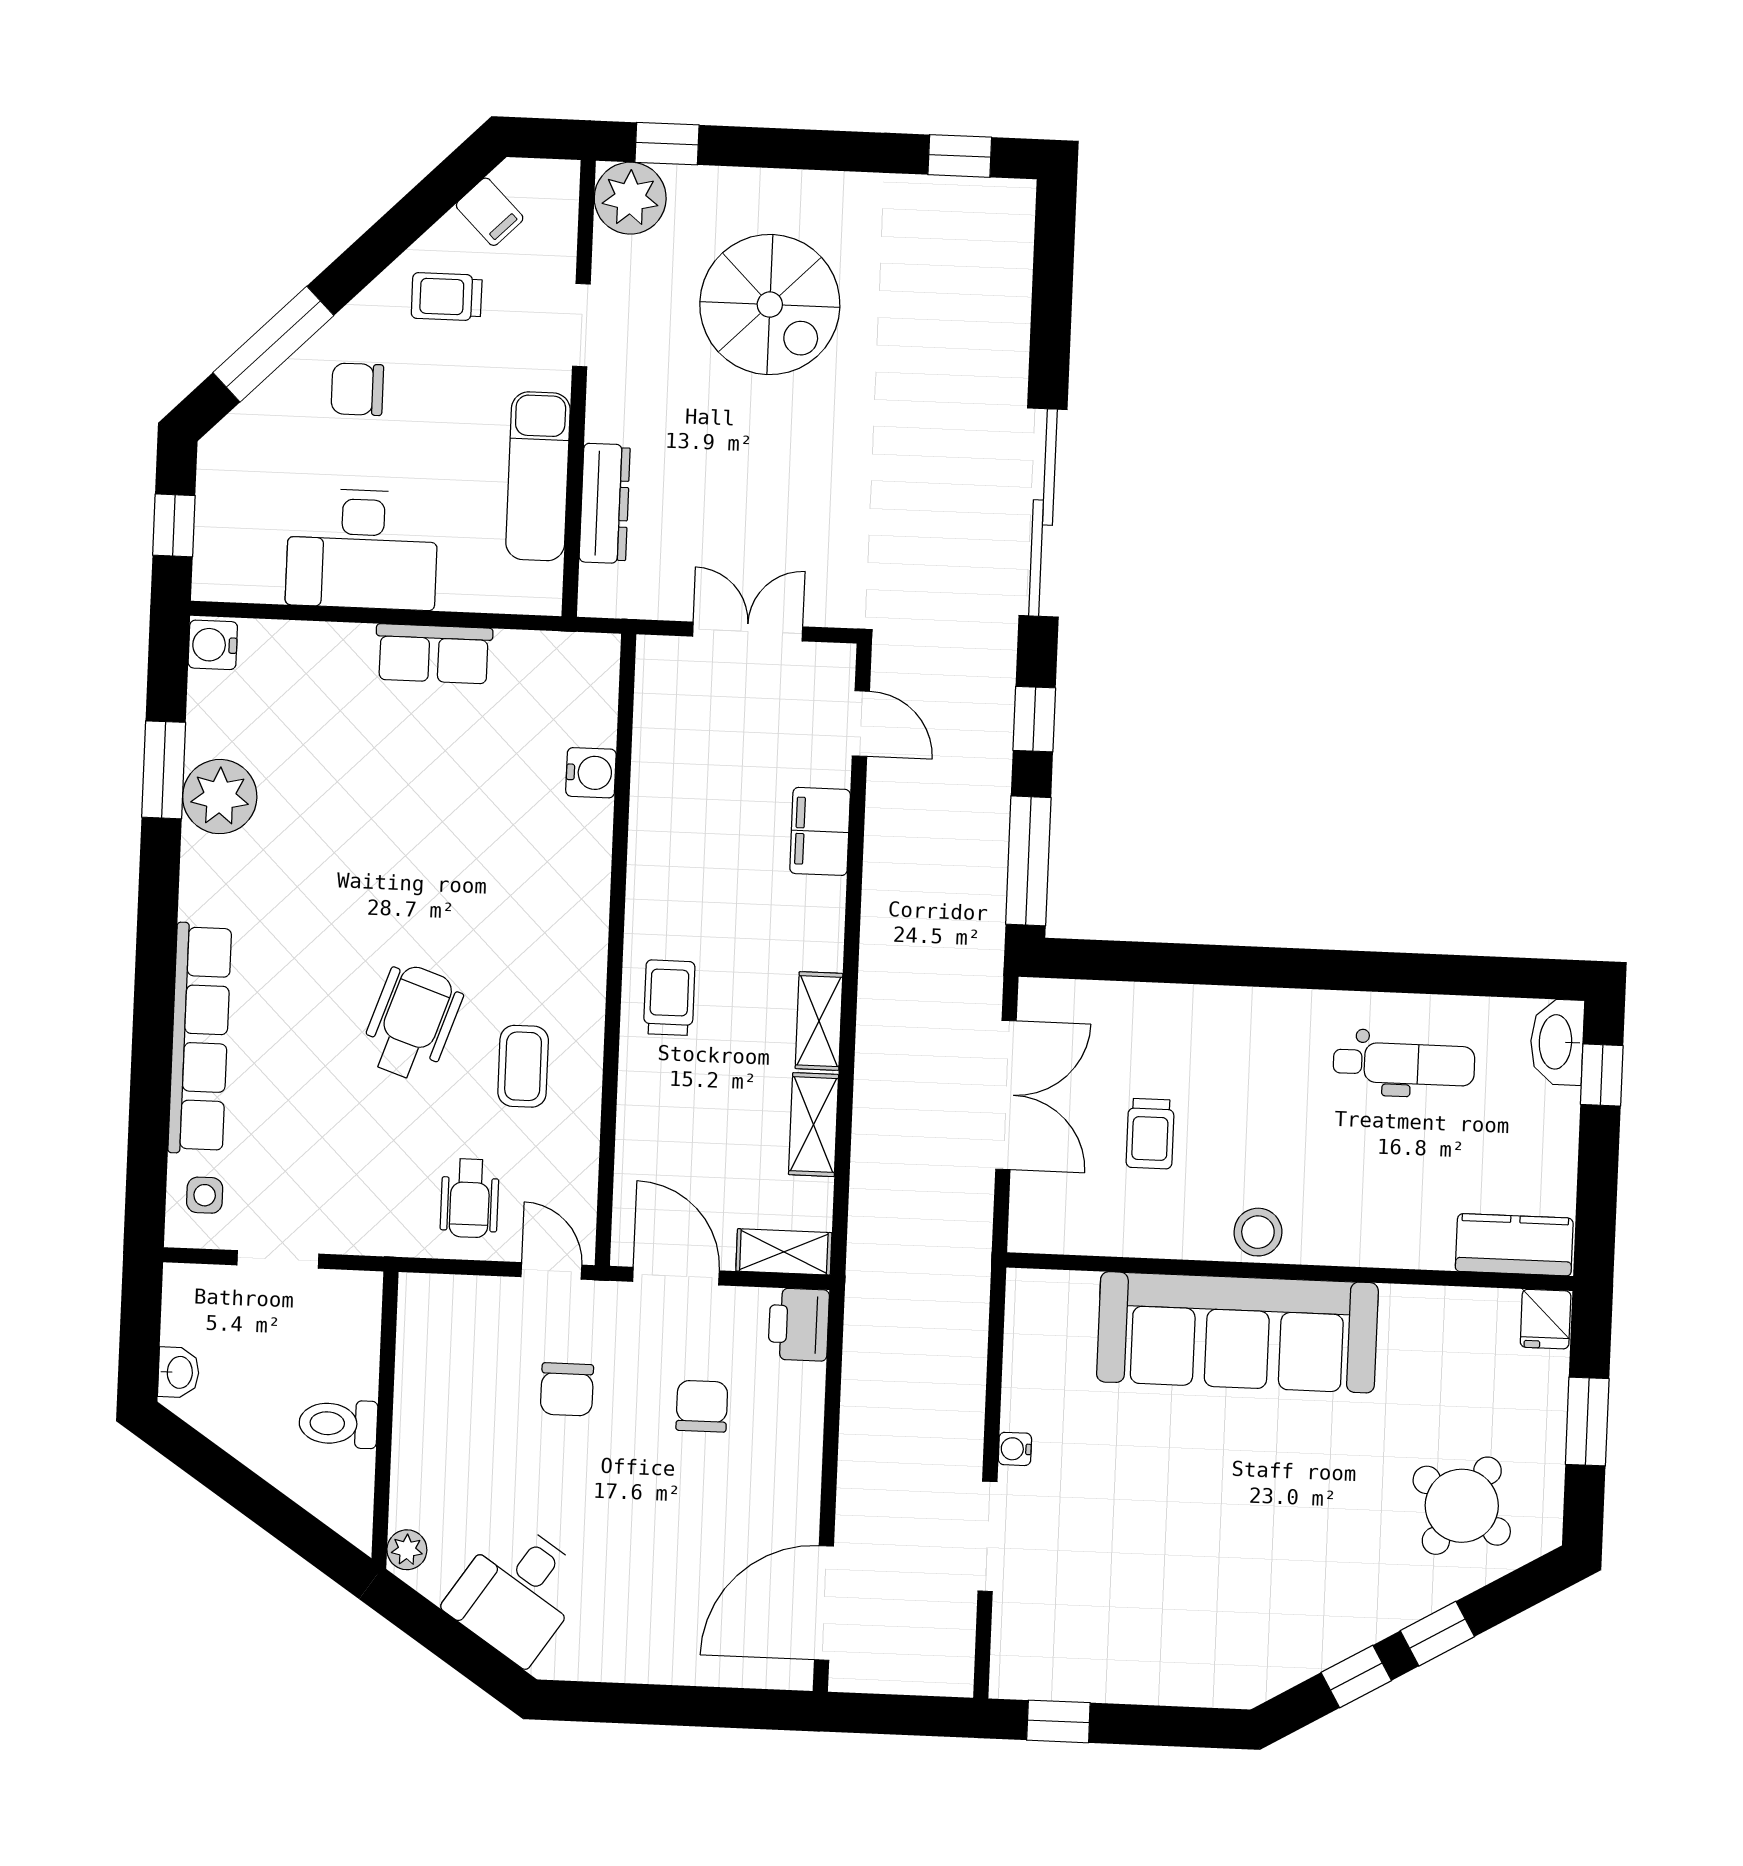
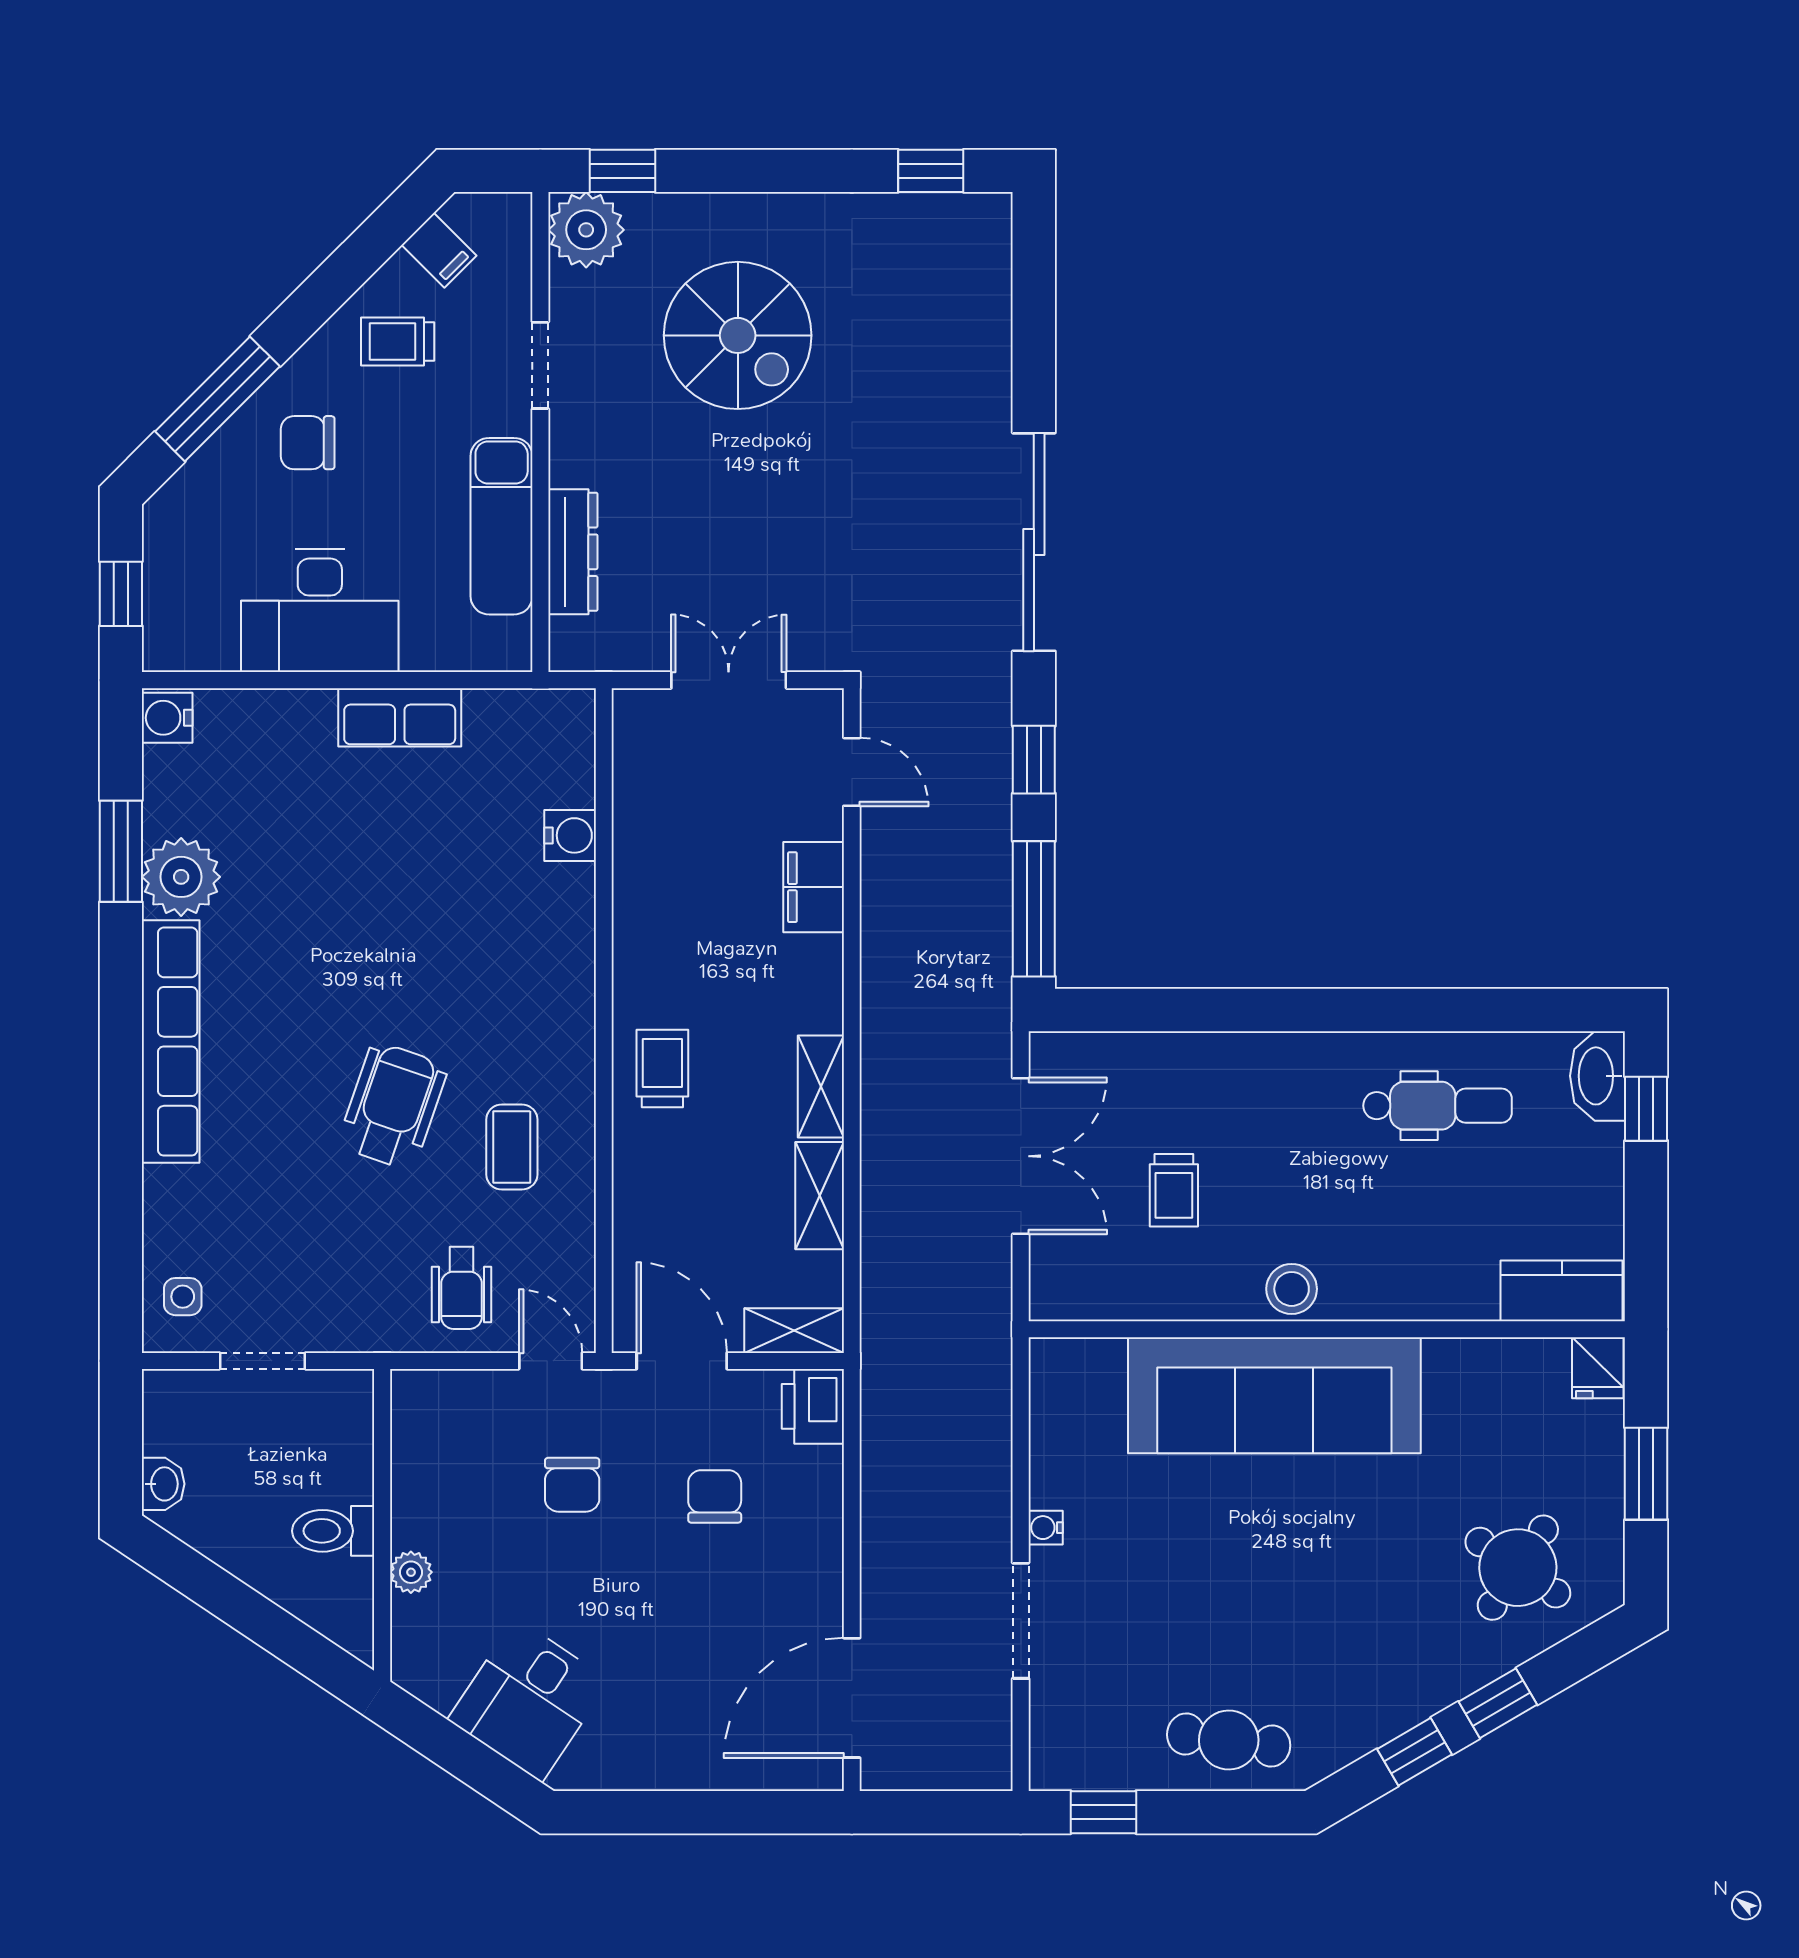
row of seats: (200, 1038) -> (171, 1042), moved
plant: (407, 1550) -> (411, 1572), moved
cafe table: (1180, 1658) -> (1229, 1740), added

